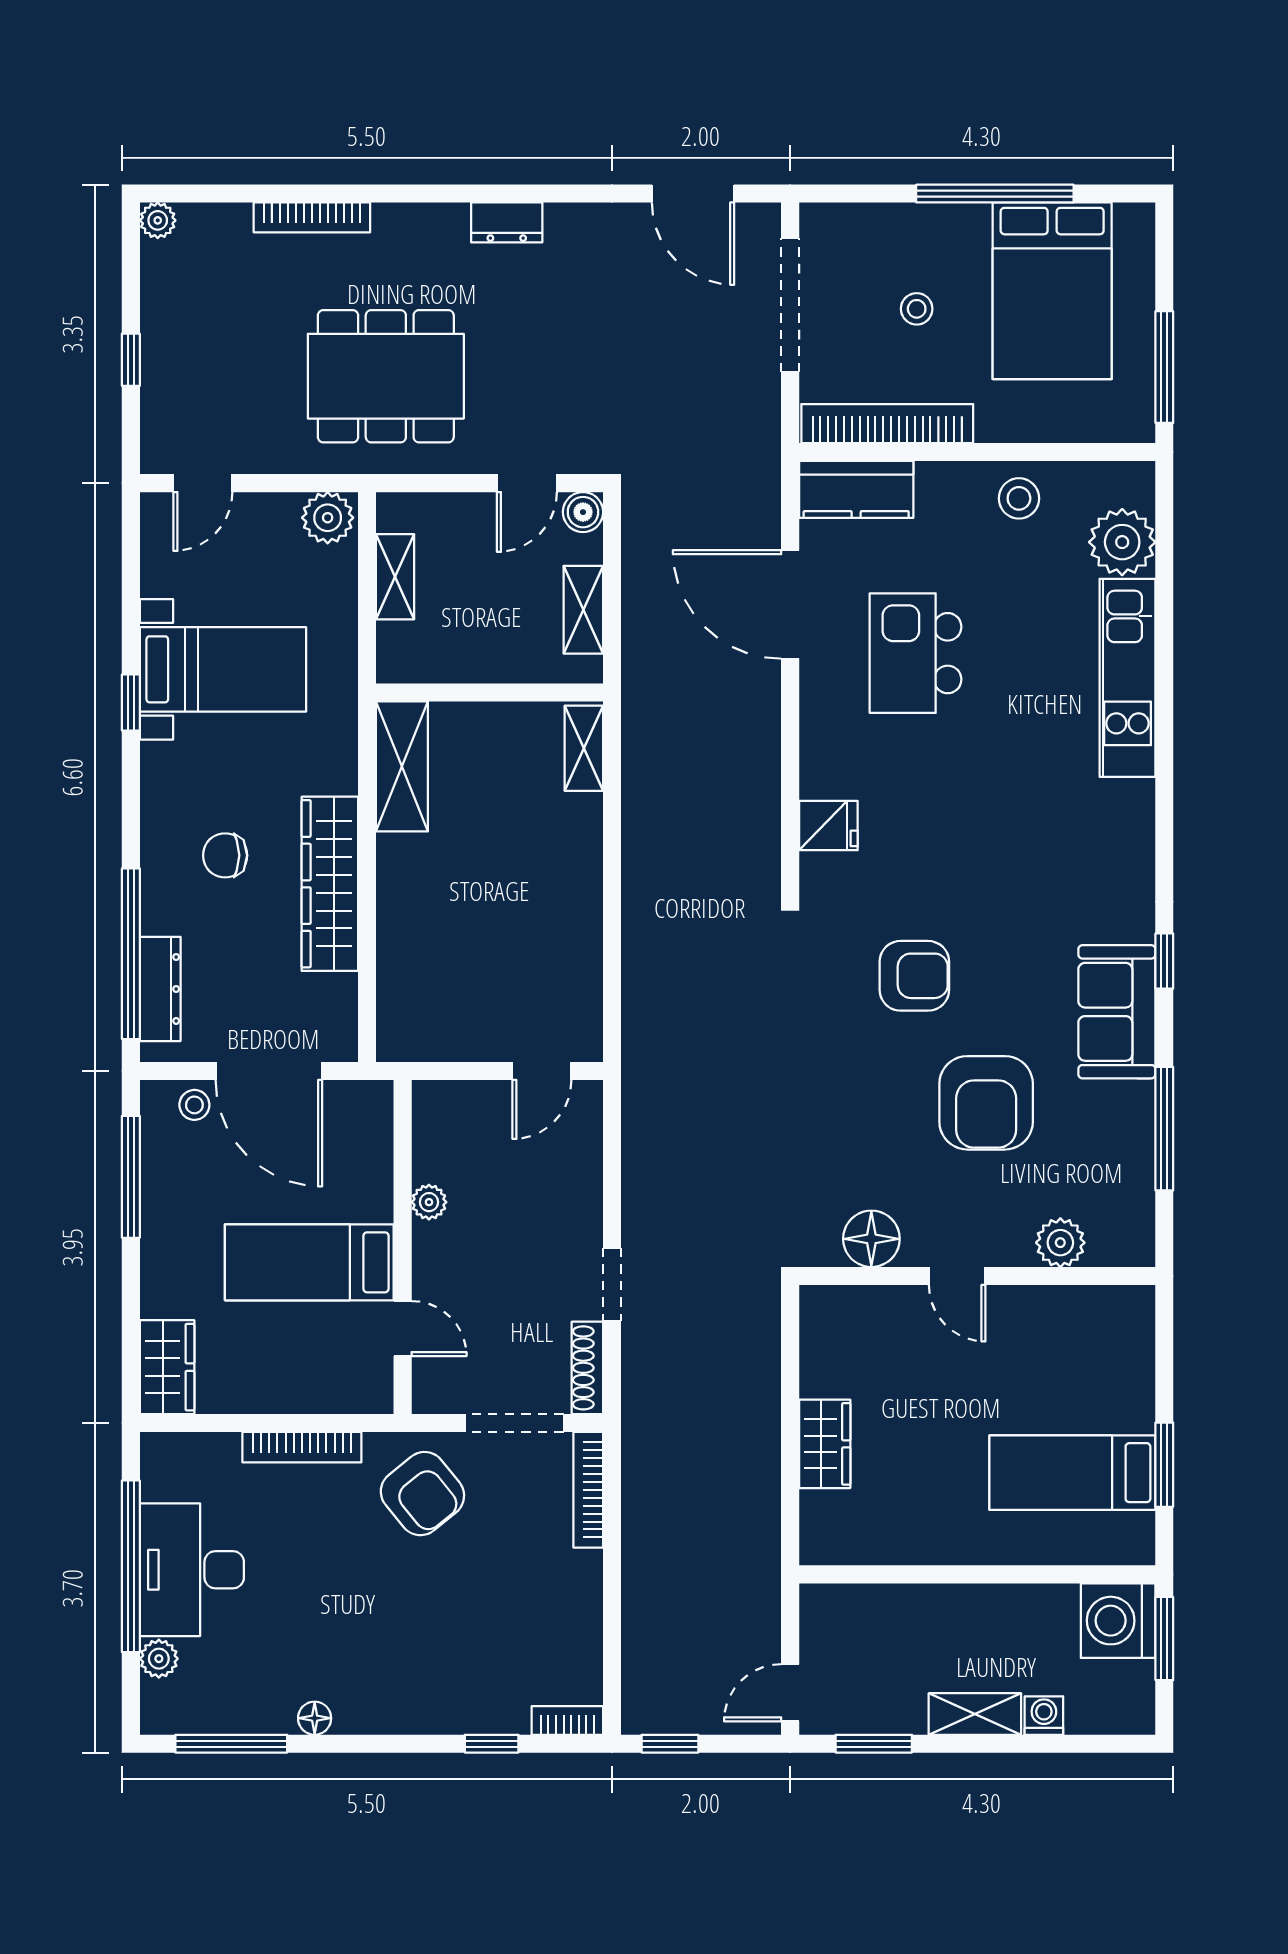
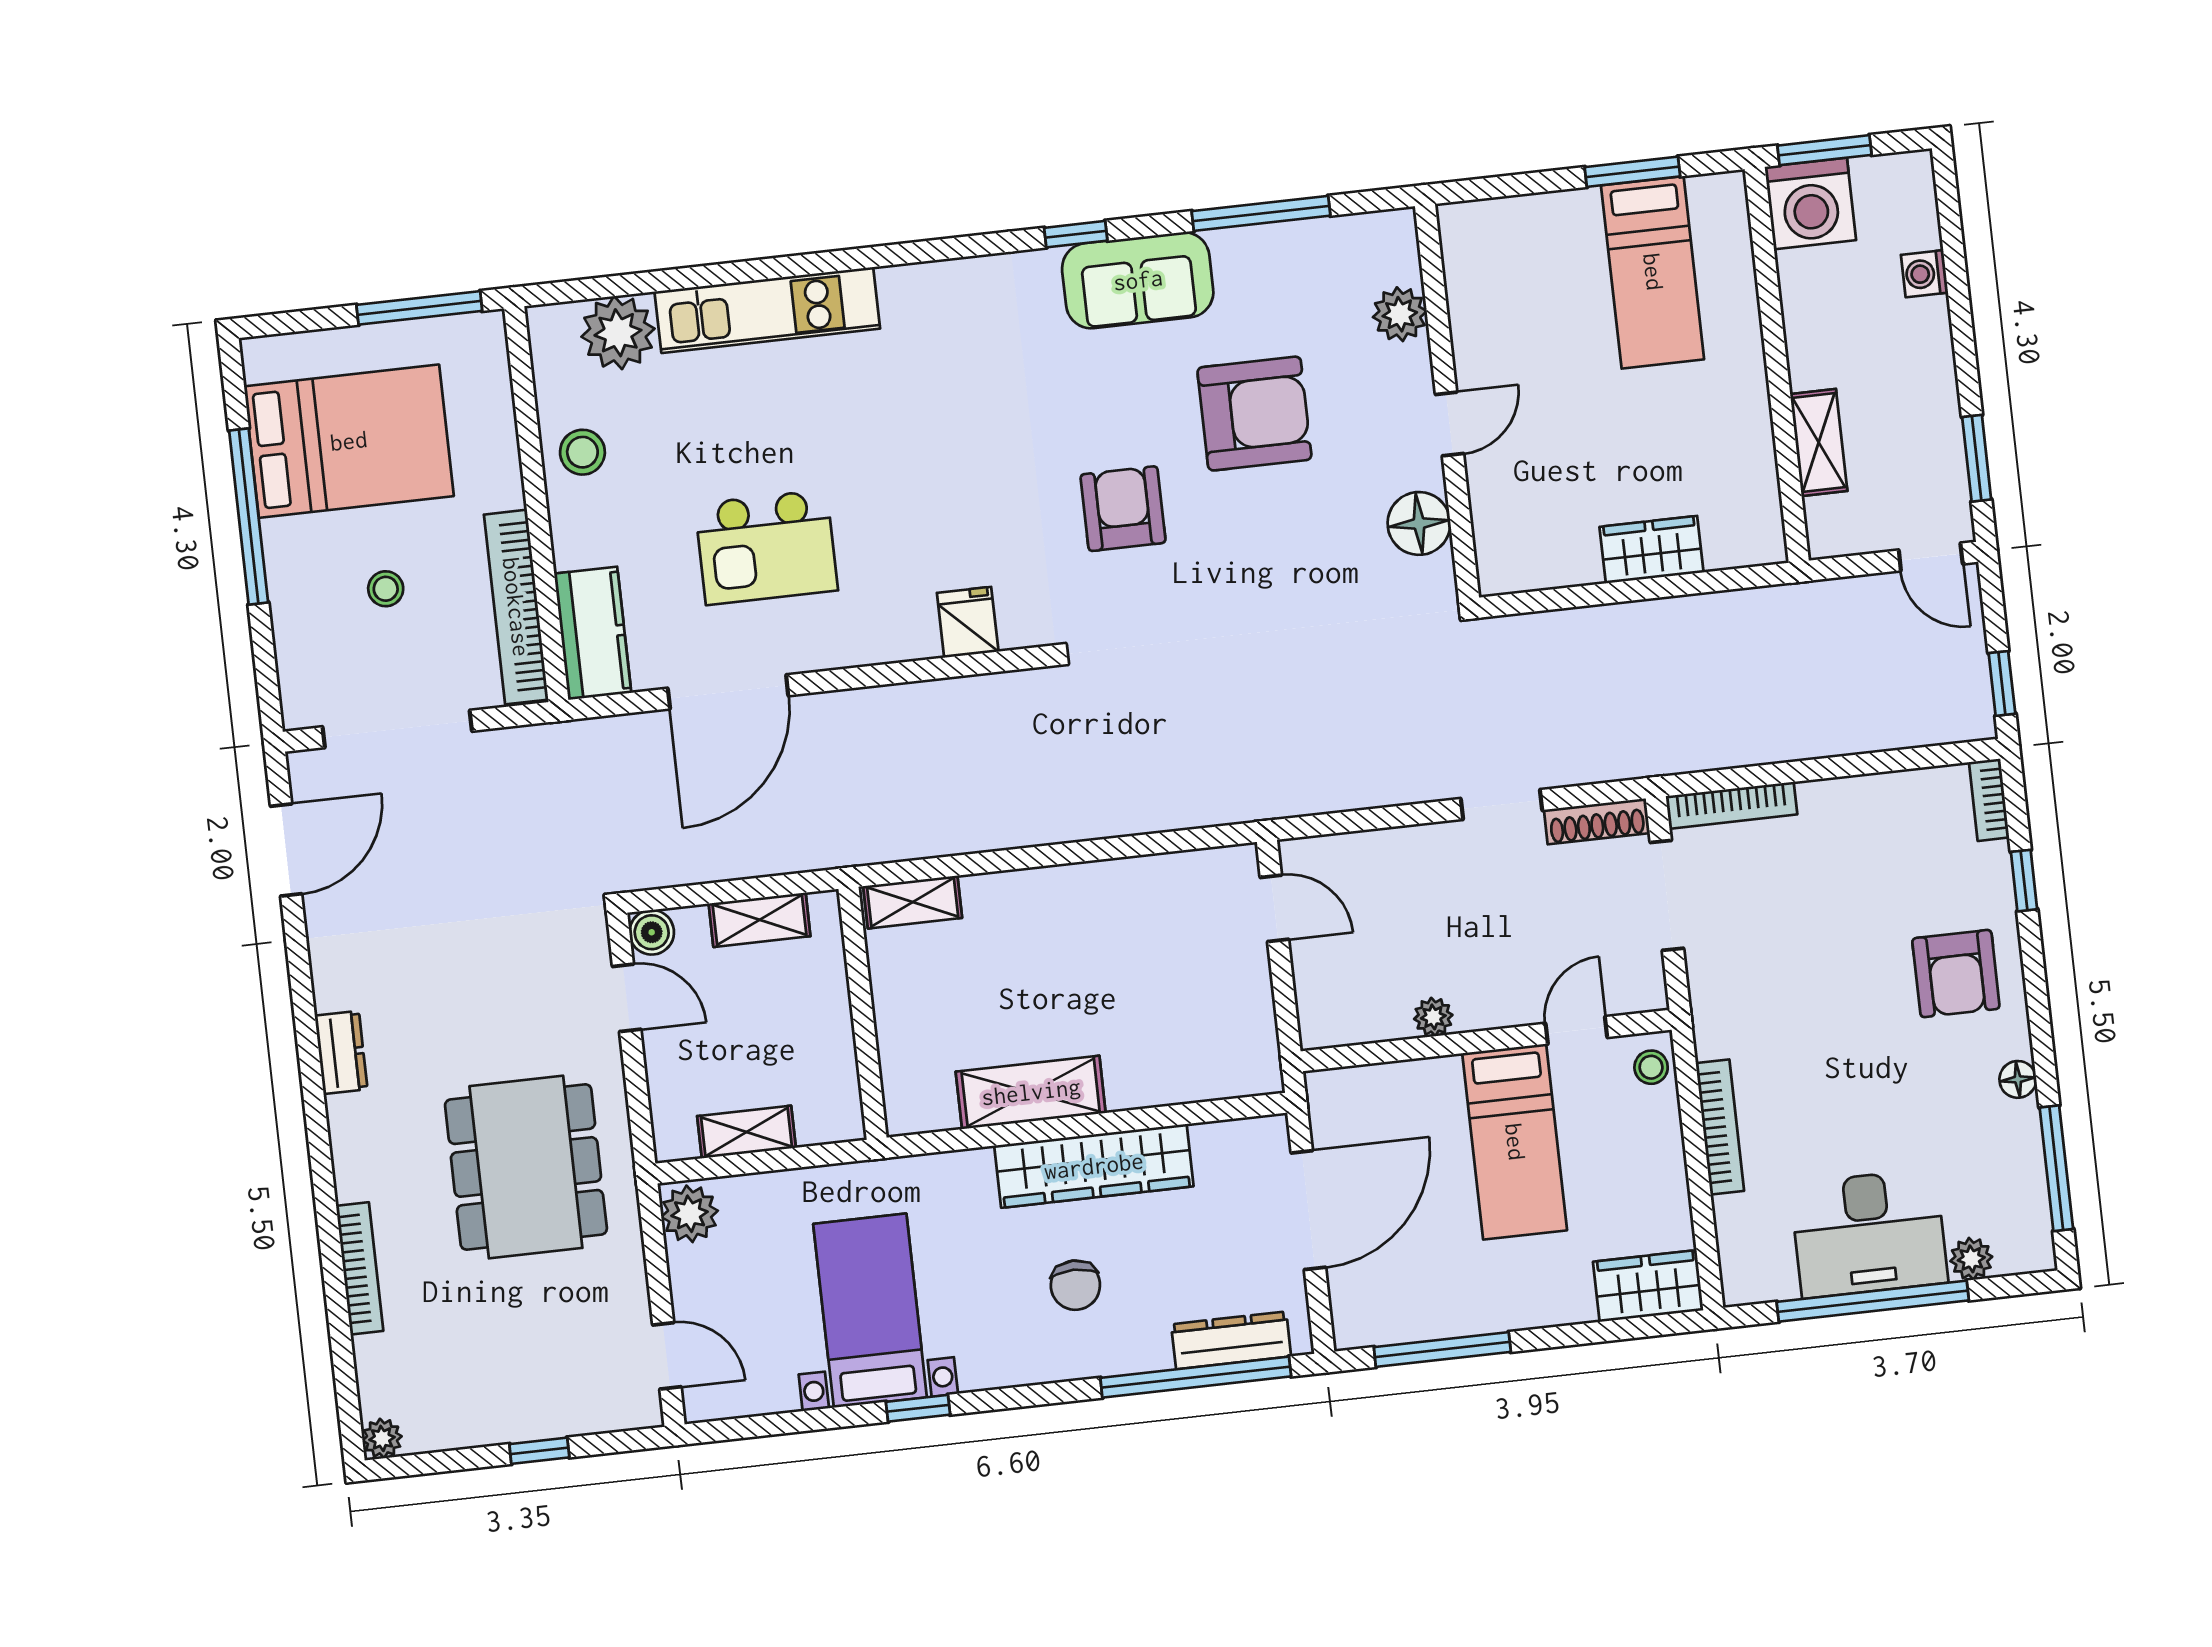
shelving: (402, 766) -> (1031, 1092), moved
stool: (194, 1105) -> (1651, 1067), moved
armchair: (422, 1494) -> (1956, 974), moved, turned 129
shelving: (975, 1714) -> (1819, 442), moved

